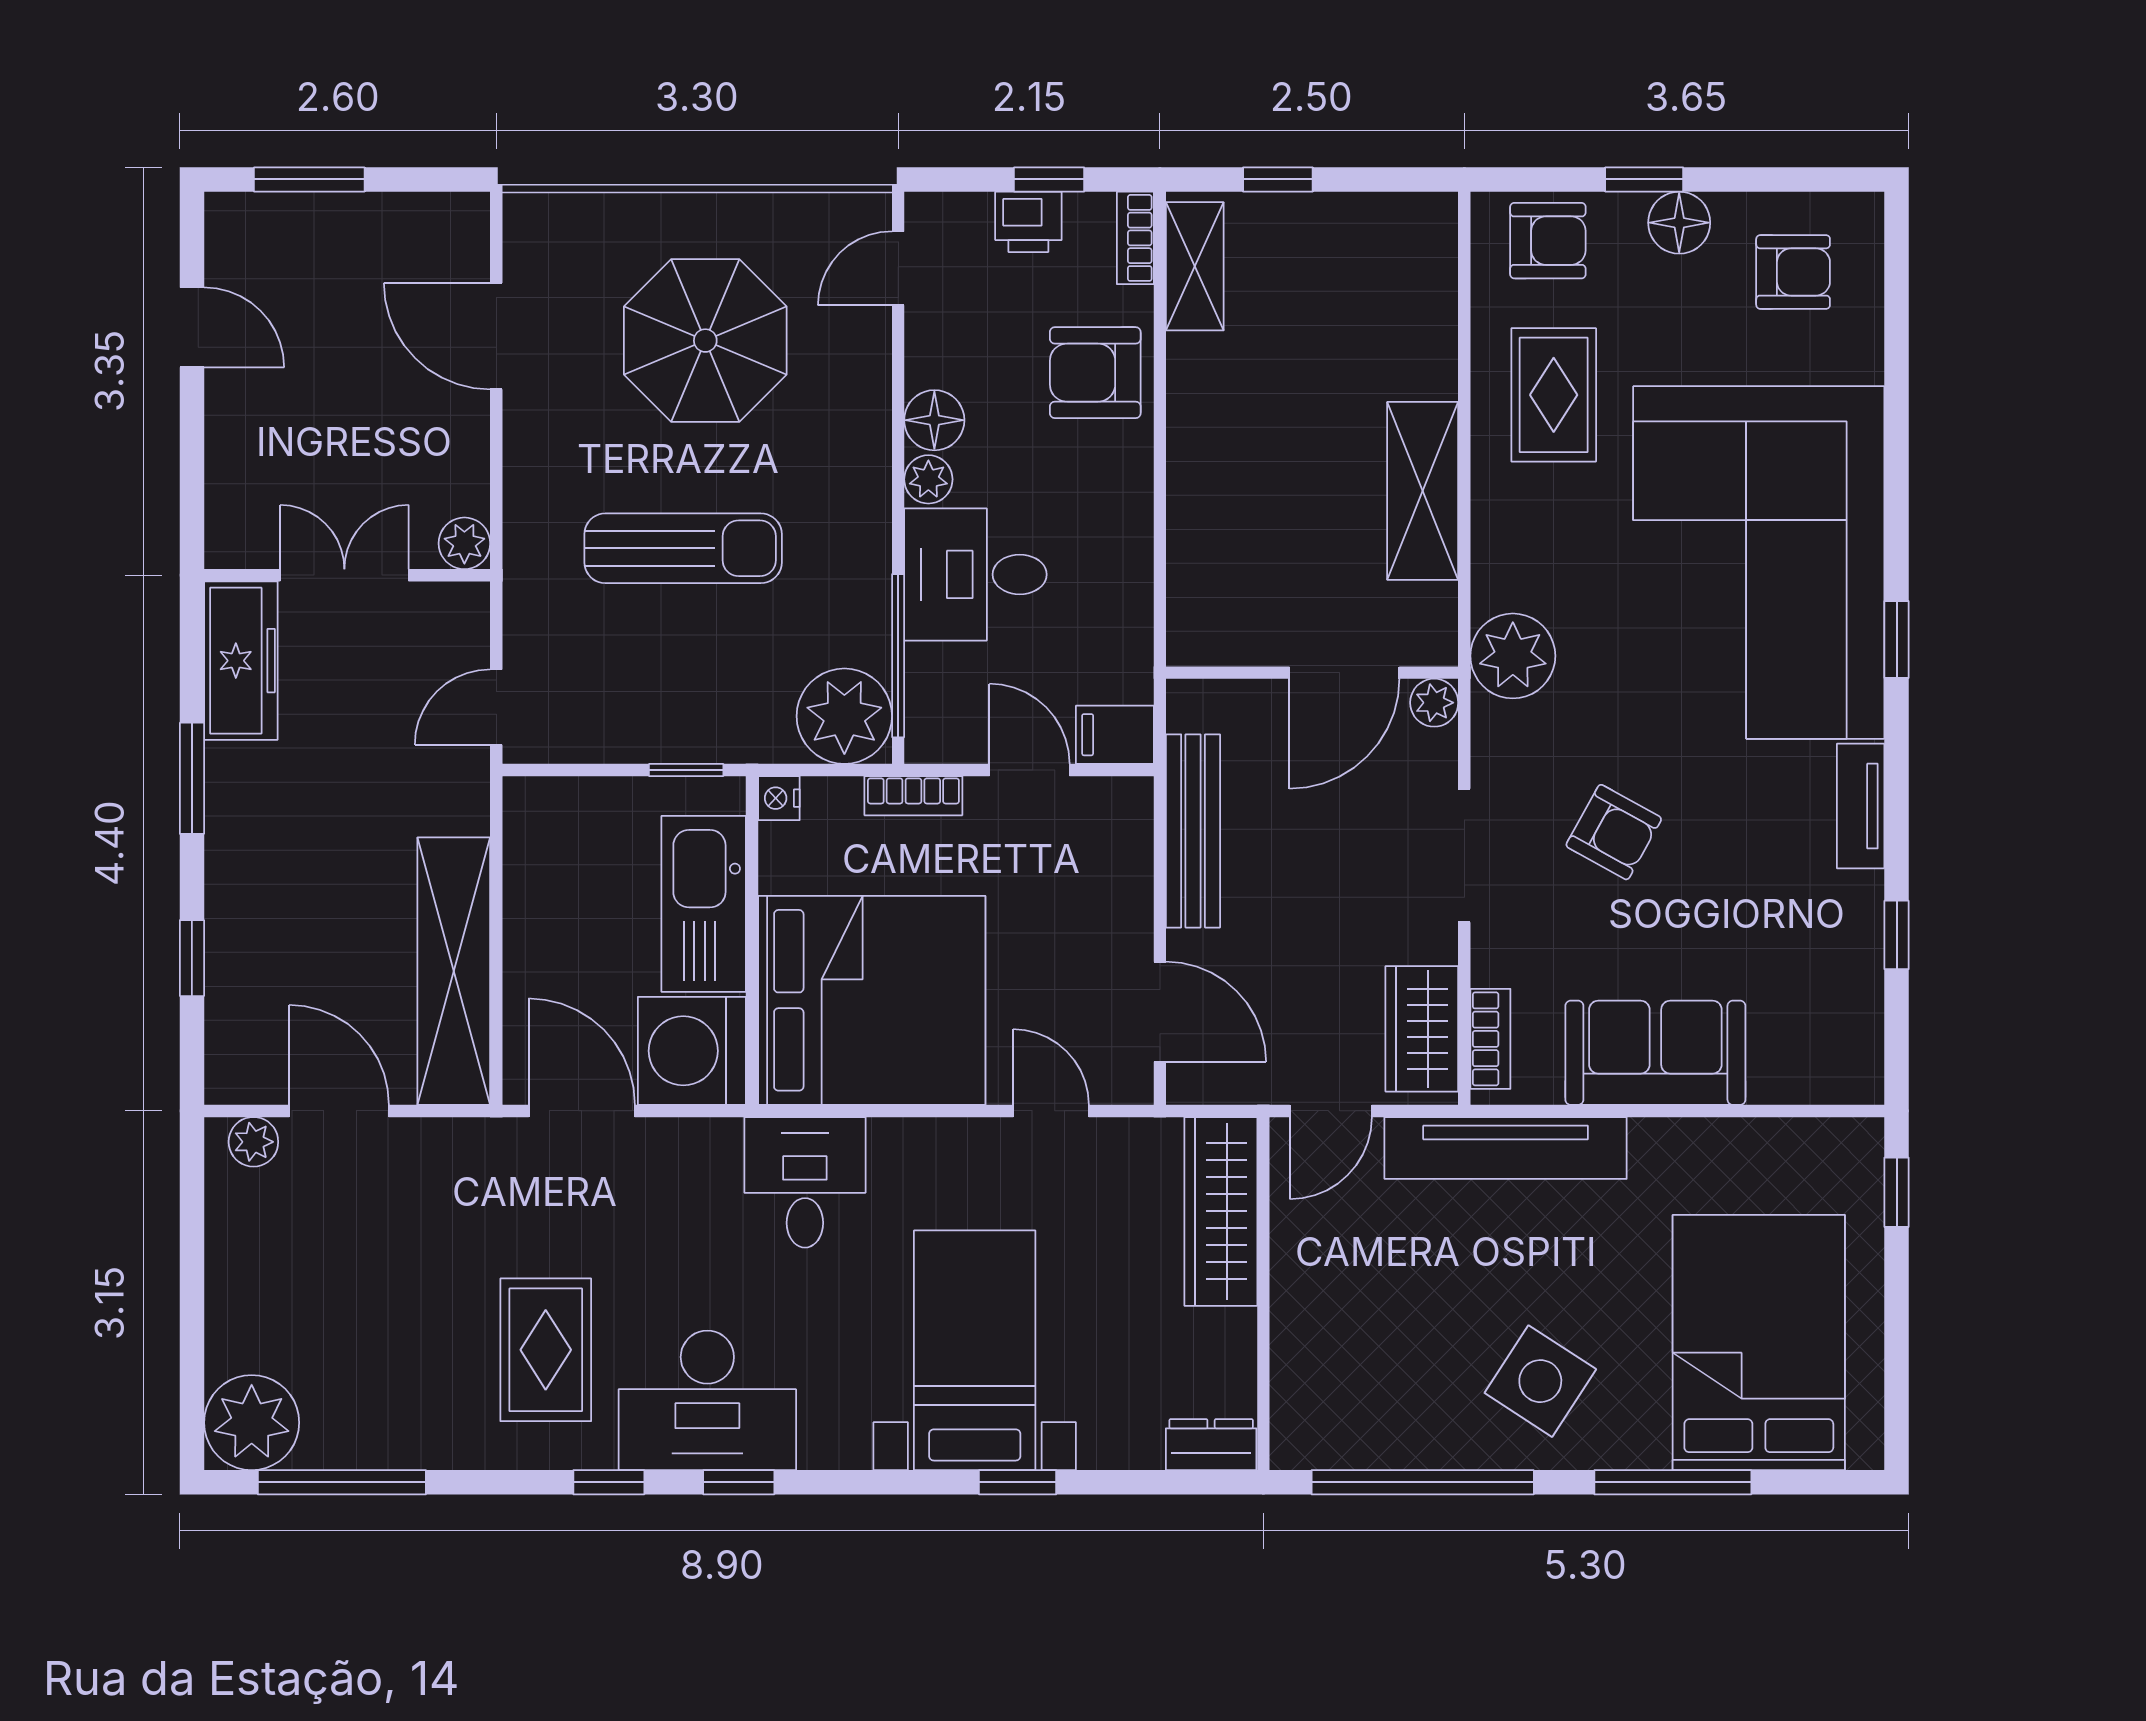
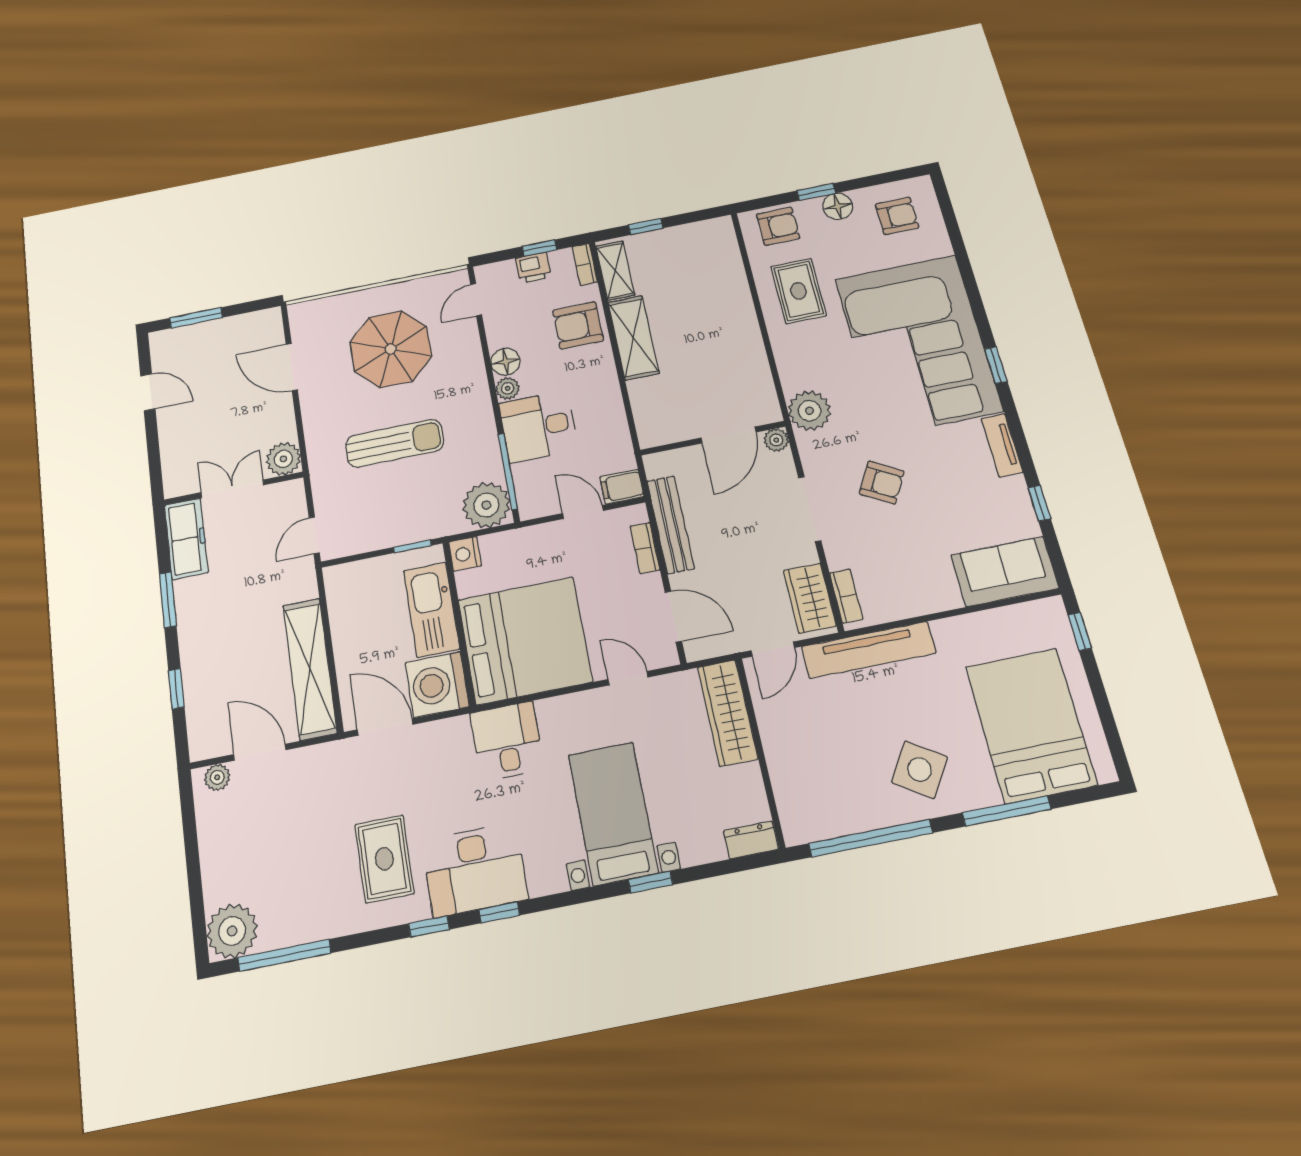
shelving: (1423, 491) -> (633, 338), moved
plant: (464, 543) -> (283, 459), width x1.38, depth x1.38
bookcase: (913, 796) -> (645, 548), moved, turned 90
nightstand: (779, 798) -> (465, 554), width x1.39, depth x1.35
sofa: (1655, 1053) -> (1005, 572), moved

